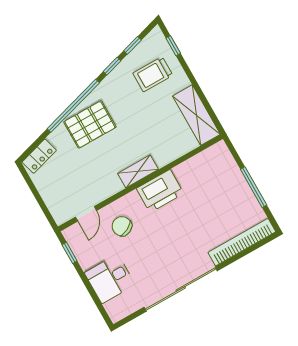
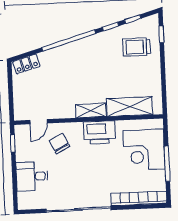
shelving: (196, 115) -> (130, 107), moved, turned 90
pallet: (90, 124) -> (74, 60), removed
corner desk: (220, 185) -> (144, 150), added

